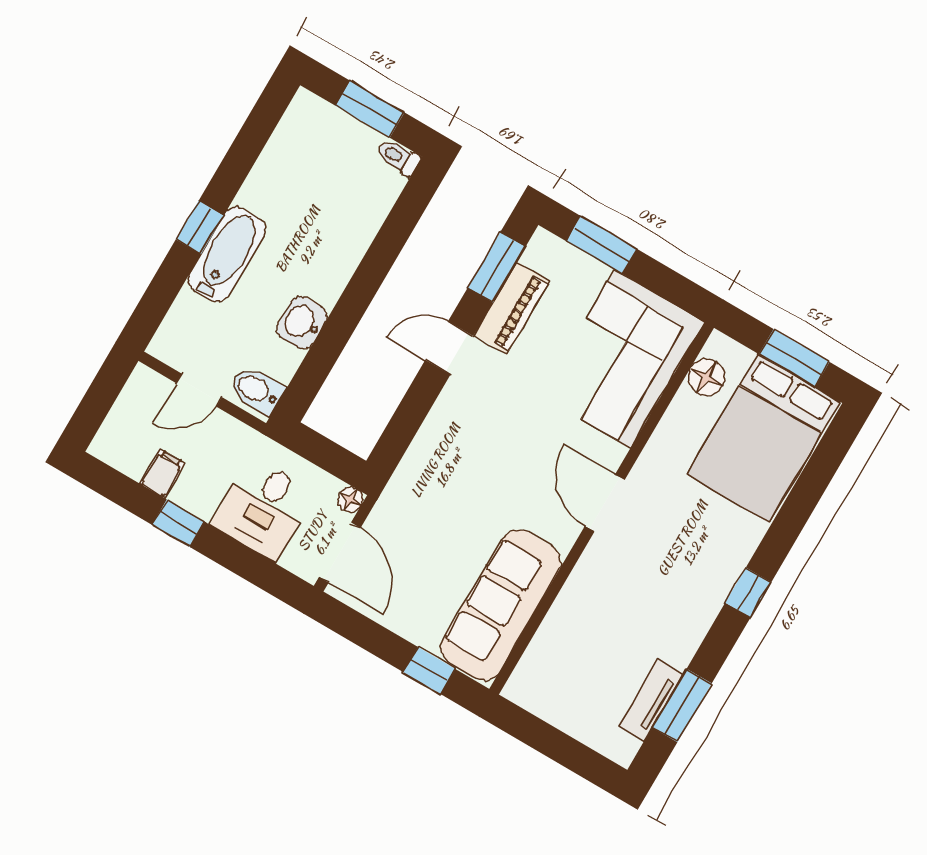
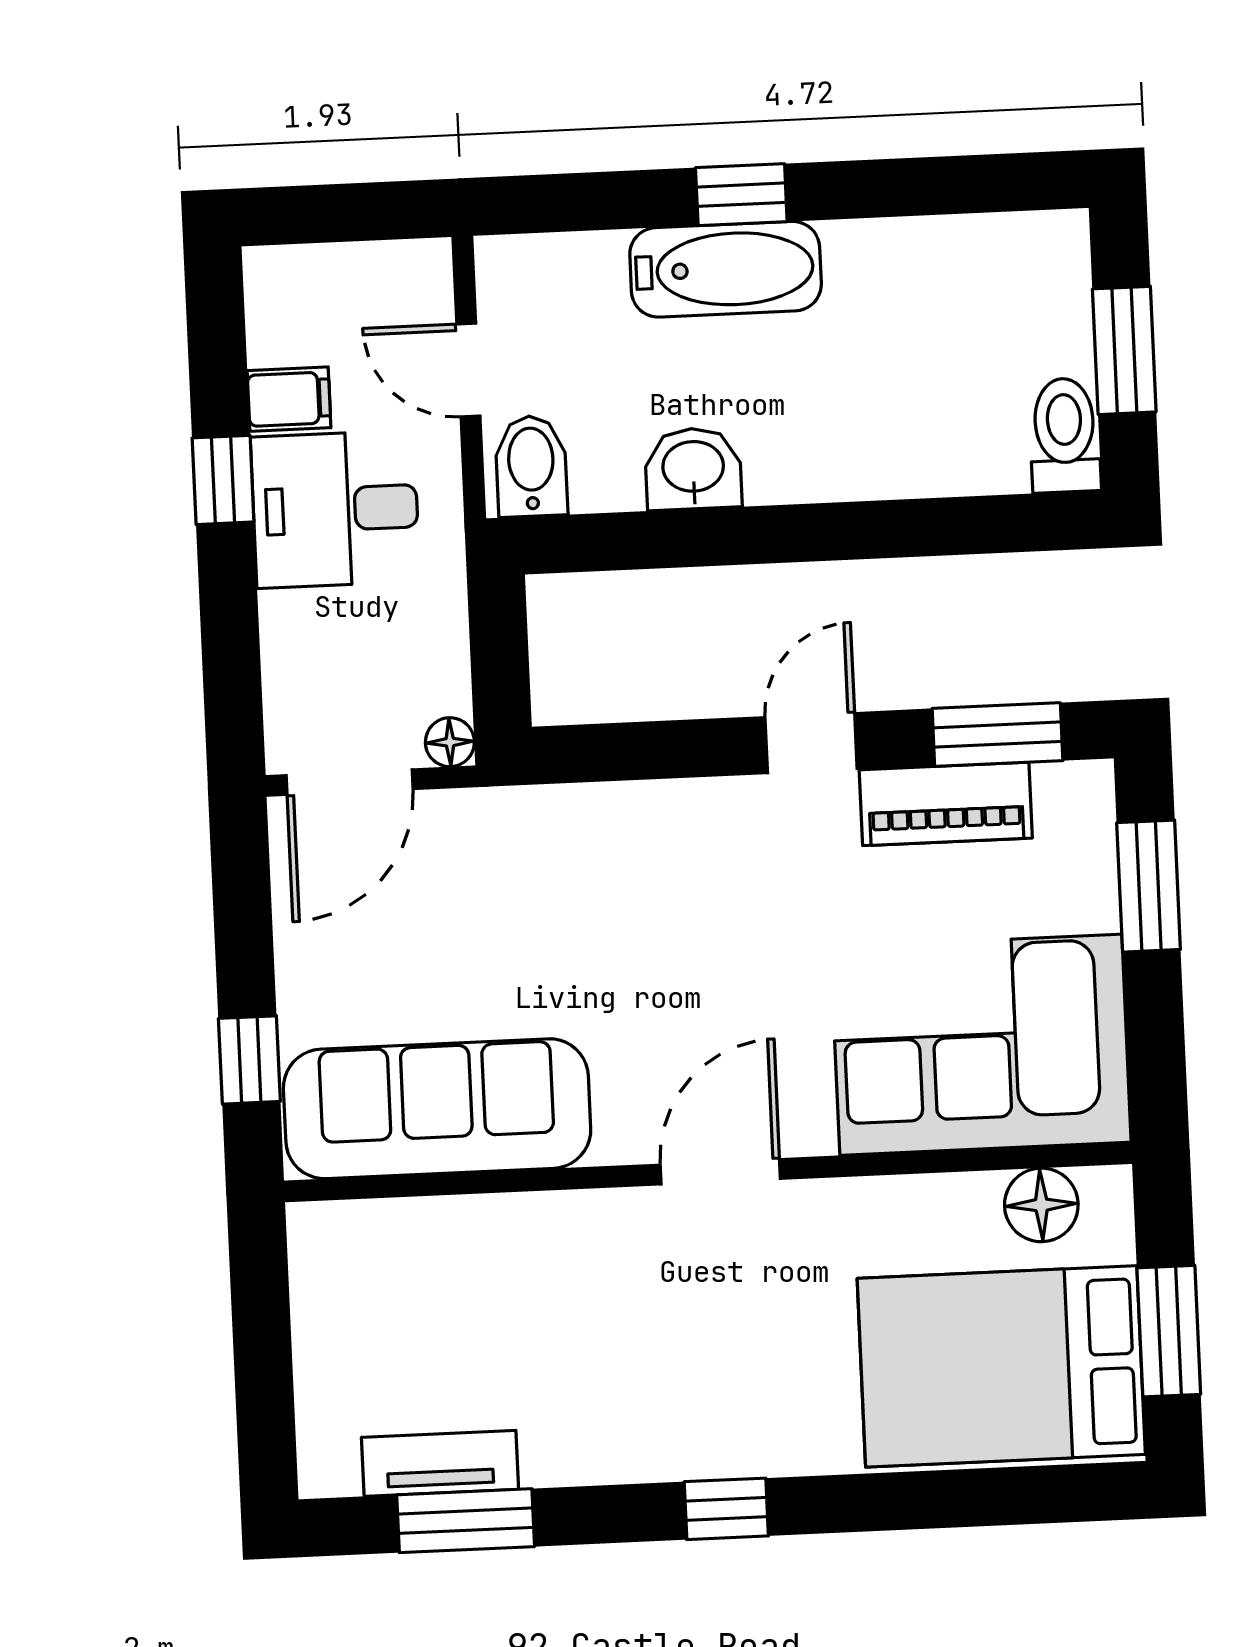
toilet: (398, 157) -> (1065, 435), width x1.37, depth x1.39
door: (449, 348) -> (811, 743), hinge flipped
desk: (263, 509) -> (335, 509), moved

